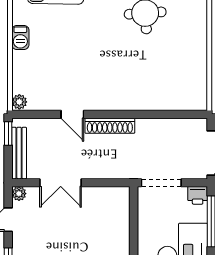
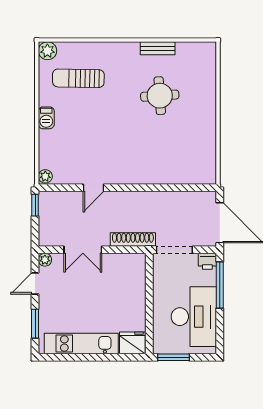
door: (72, 114) -> (93, 188), hinge flipped
shoe rack: (110, 126) -> (133, 240), moved, turned 180
bench: (19, 153) -> (45, 223), removed

